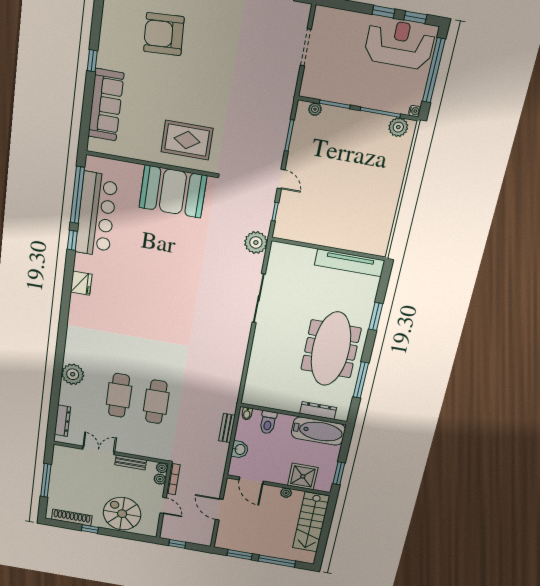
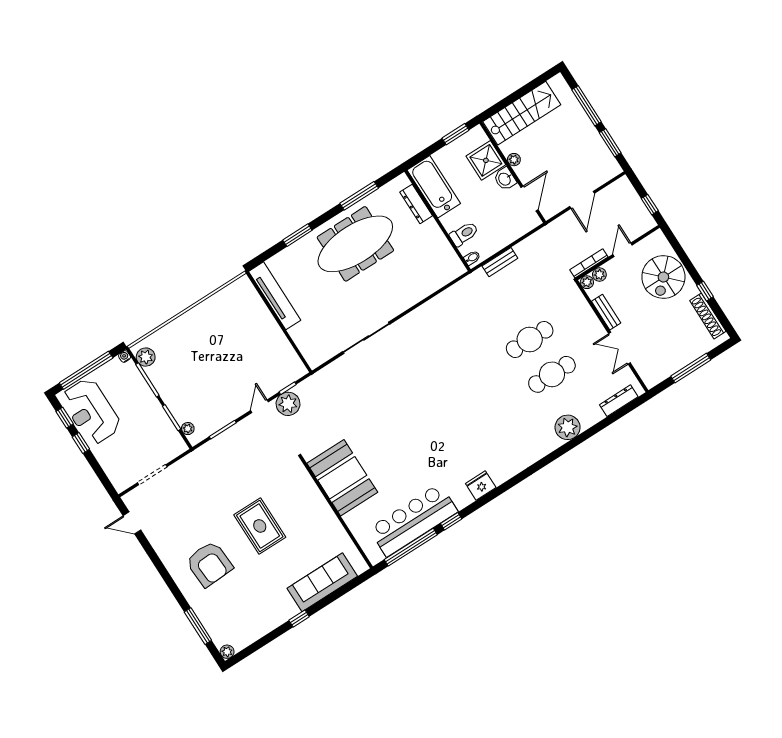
armchair: (164, 34) -> (209, 564), moved
rug: (187, 140) -> (260, 526), moved
plant: (256, 243) -> (288, 404), moved
washbasin: (240, 449) -> (505, 179), moved, turned -90

